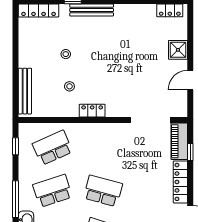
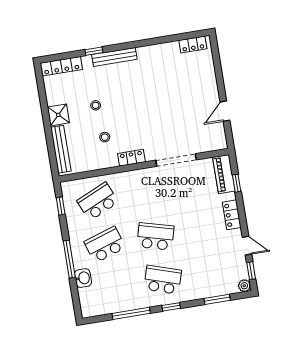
shower: (178, 50) -> (58, 115), moved
doorway: (150, 120) -> (176, 160), moved
locker: (180, 182) -> (232, 215), width x0.66

